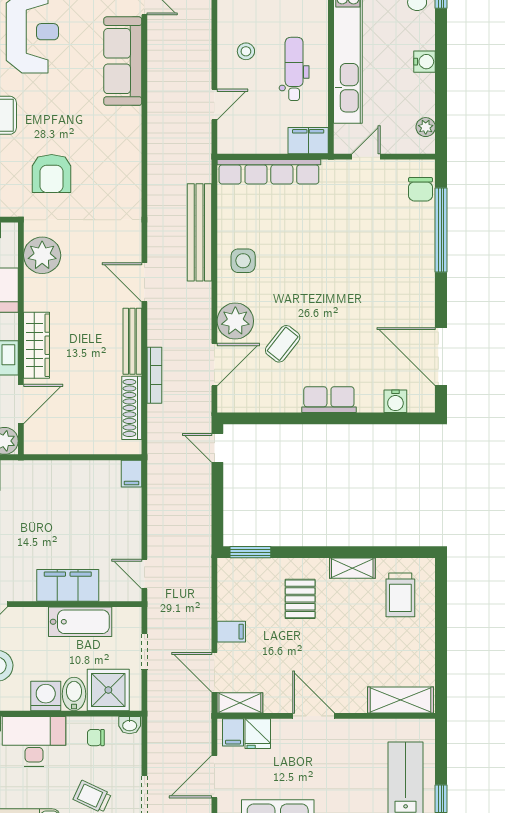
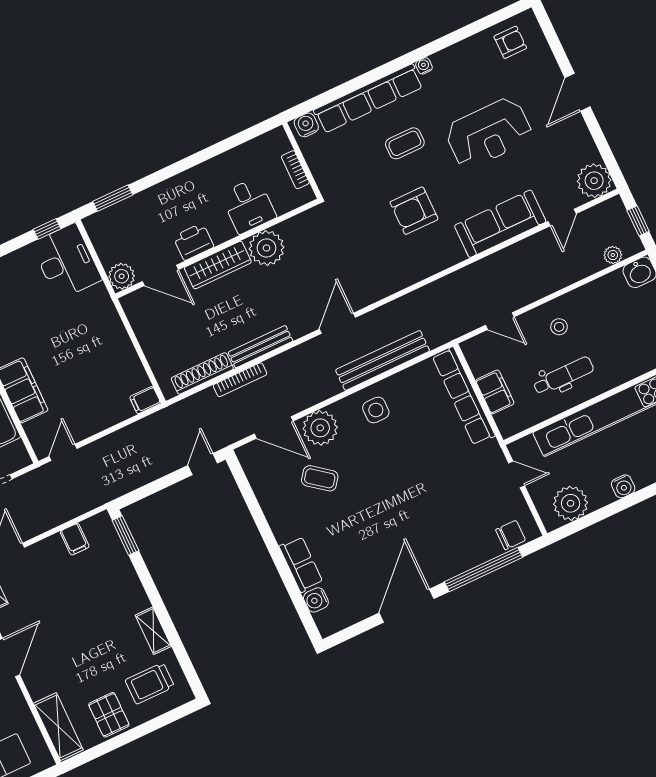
plant: (426, 127) -> (571, 503), width x1.88, depth x1.88
filing cabinet: (308, 141) -> (495, 392), moved
armchair: (52, 174) -> (414, 211), moved
chair: (421, 189) -> (511, 535), turned 180
plant: (42, 255) -> (267, 248), moved
door: (144, 282) -> (337, 323), moved
door: (441, 357) -> (406, 606), moved
row of seats: (329, 400) -> (301, 564), moved
pallet: (300, 599) -> (109, 715), moved, turned 90
filing cabinet: (231, 632) -> (75, 539), moved

